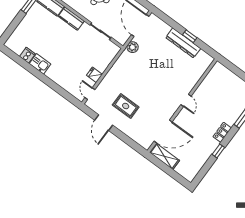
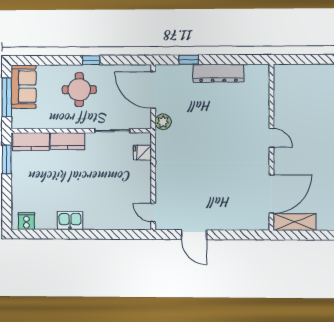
window: (190, 36) -> (189, 60), moved
cooker: (27, 55) -> (26, 221), moved
fridge: (94, 75) -> (142, 153), moved
rug: (126, 106) -> (206, 196), removed

